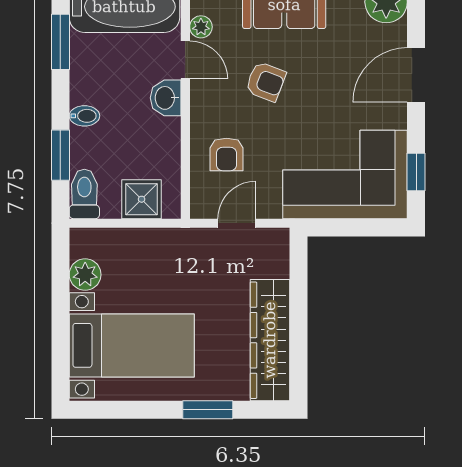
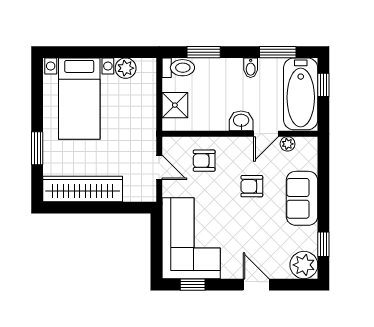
door: (416, 75) -> (256, 285), width x0.73
armchair: (266, 82) -> (252, 186), turned 69
bidet: (84, 116) -> (251, 68), moved

